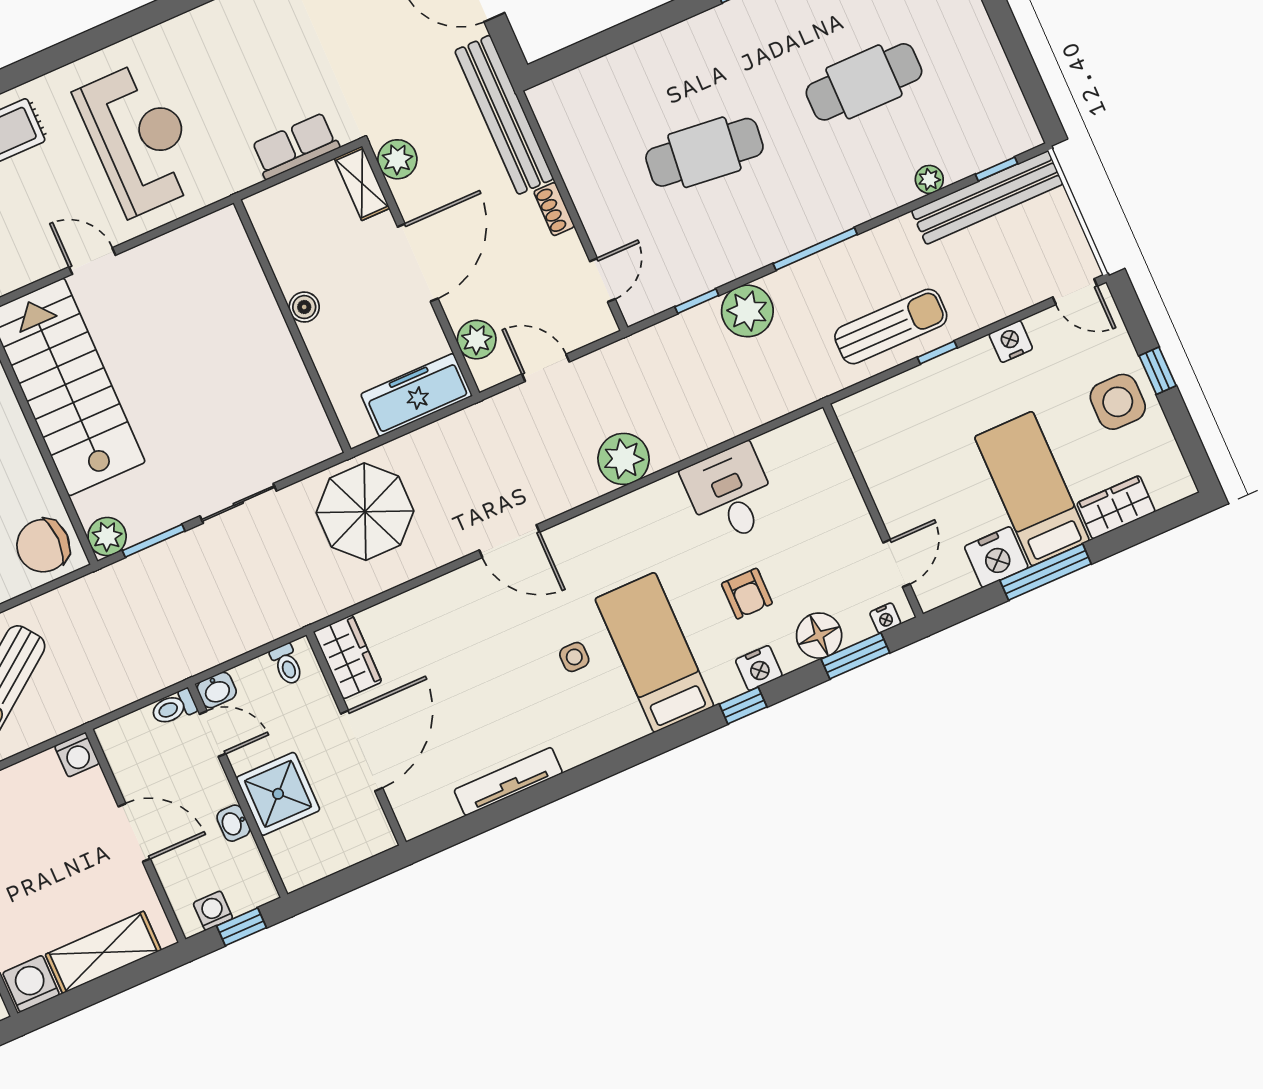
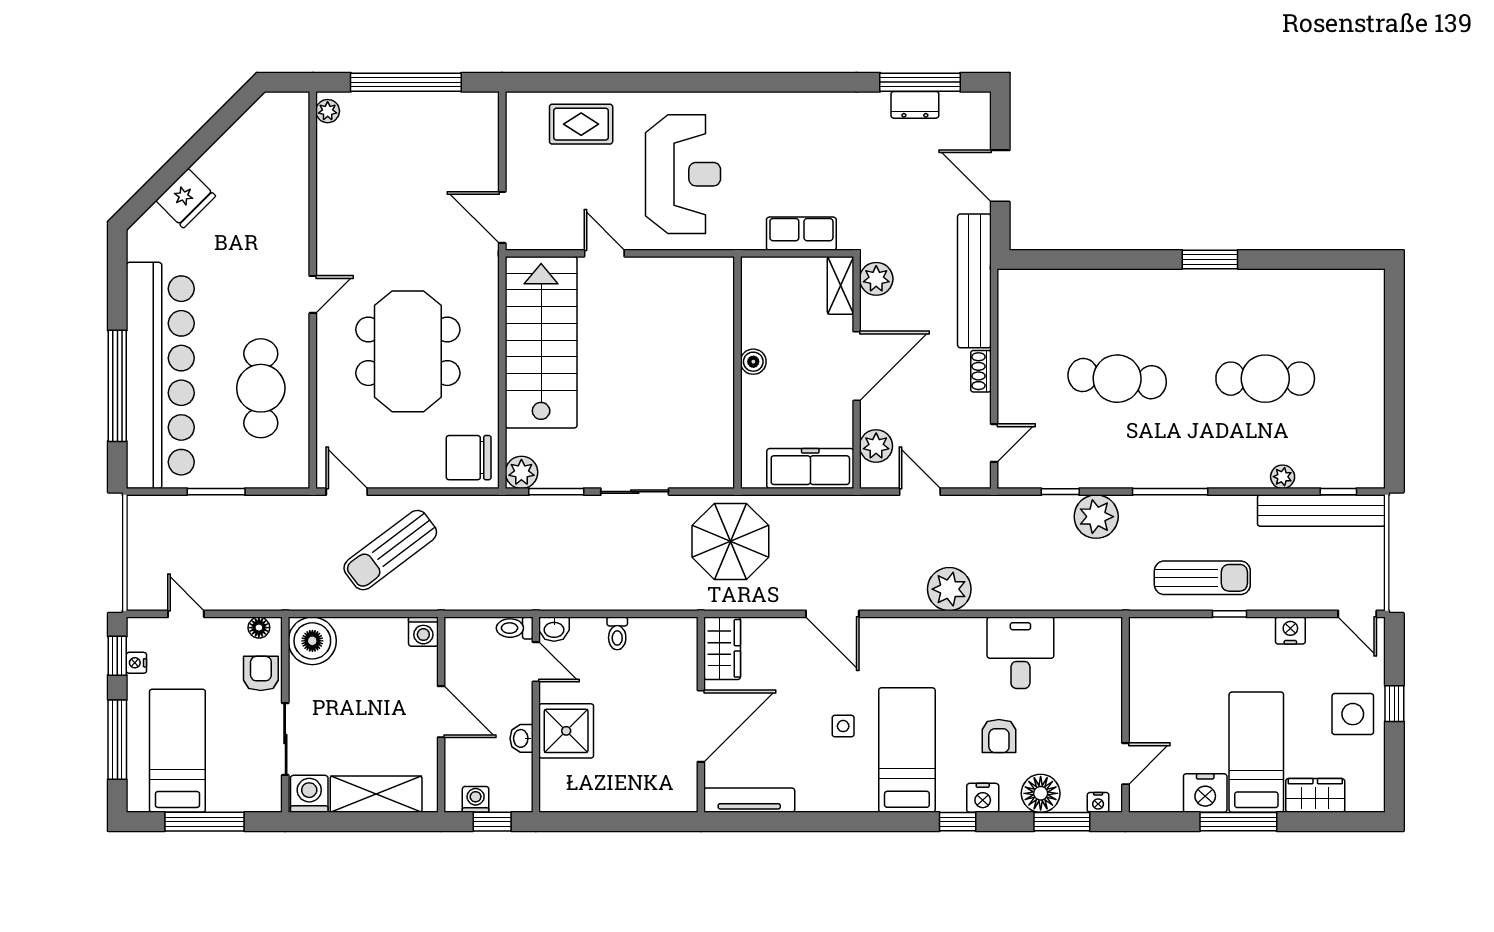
wardrobe: (348, 657) -> (722, 648), moved
wall: (356, 738) -> (701, 715), moved
door: (362, 751) -> (701, 726), moved

